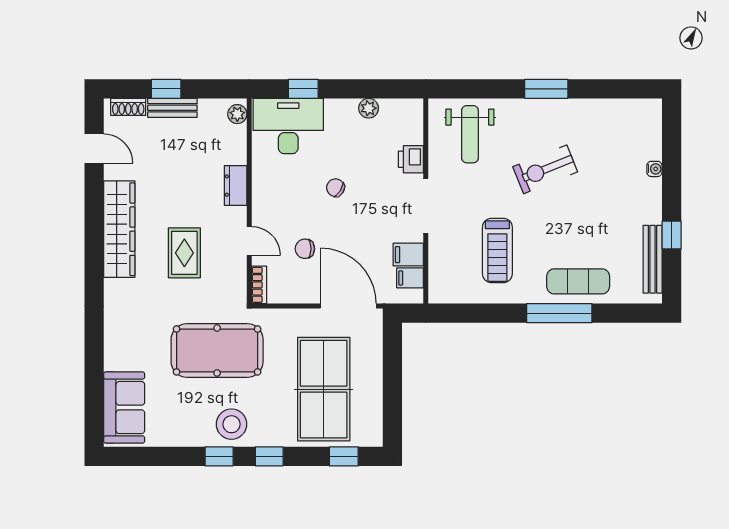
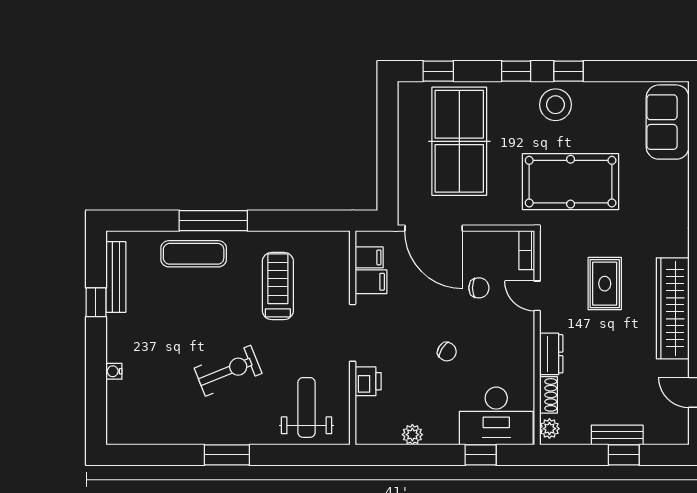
shoe rack: (128, 107) -> (548, 395), moved, turned 90

